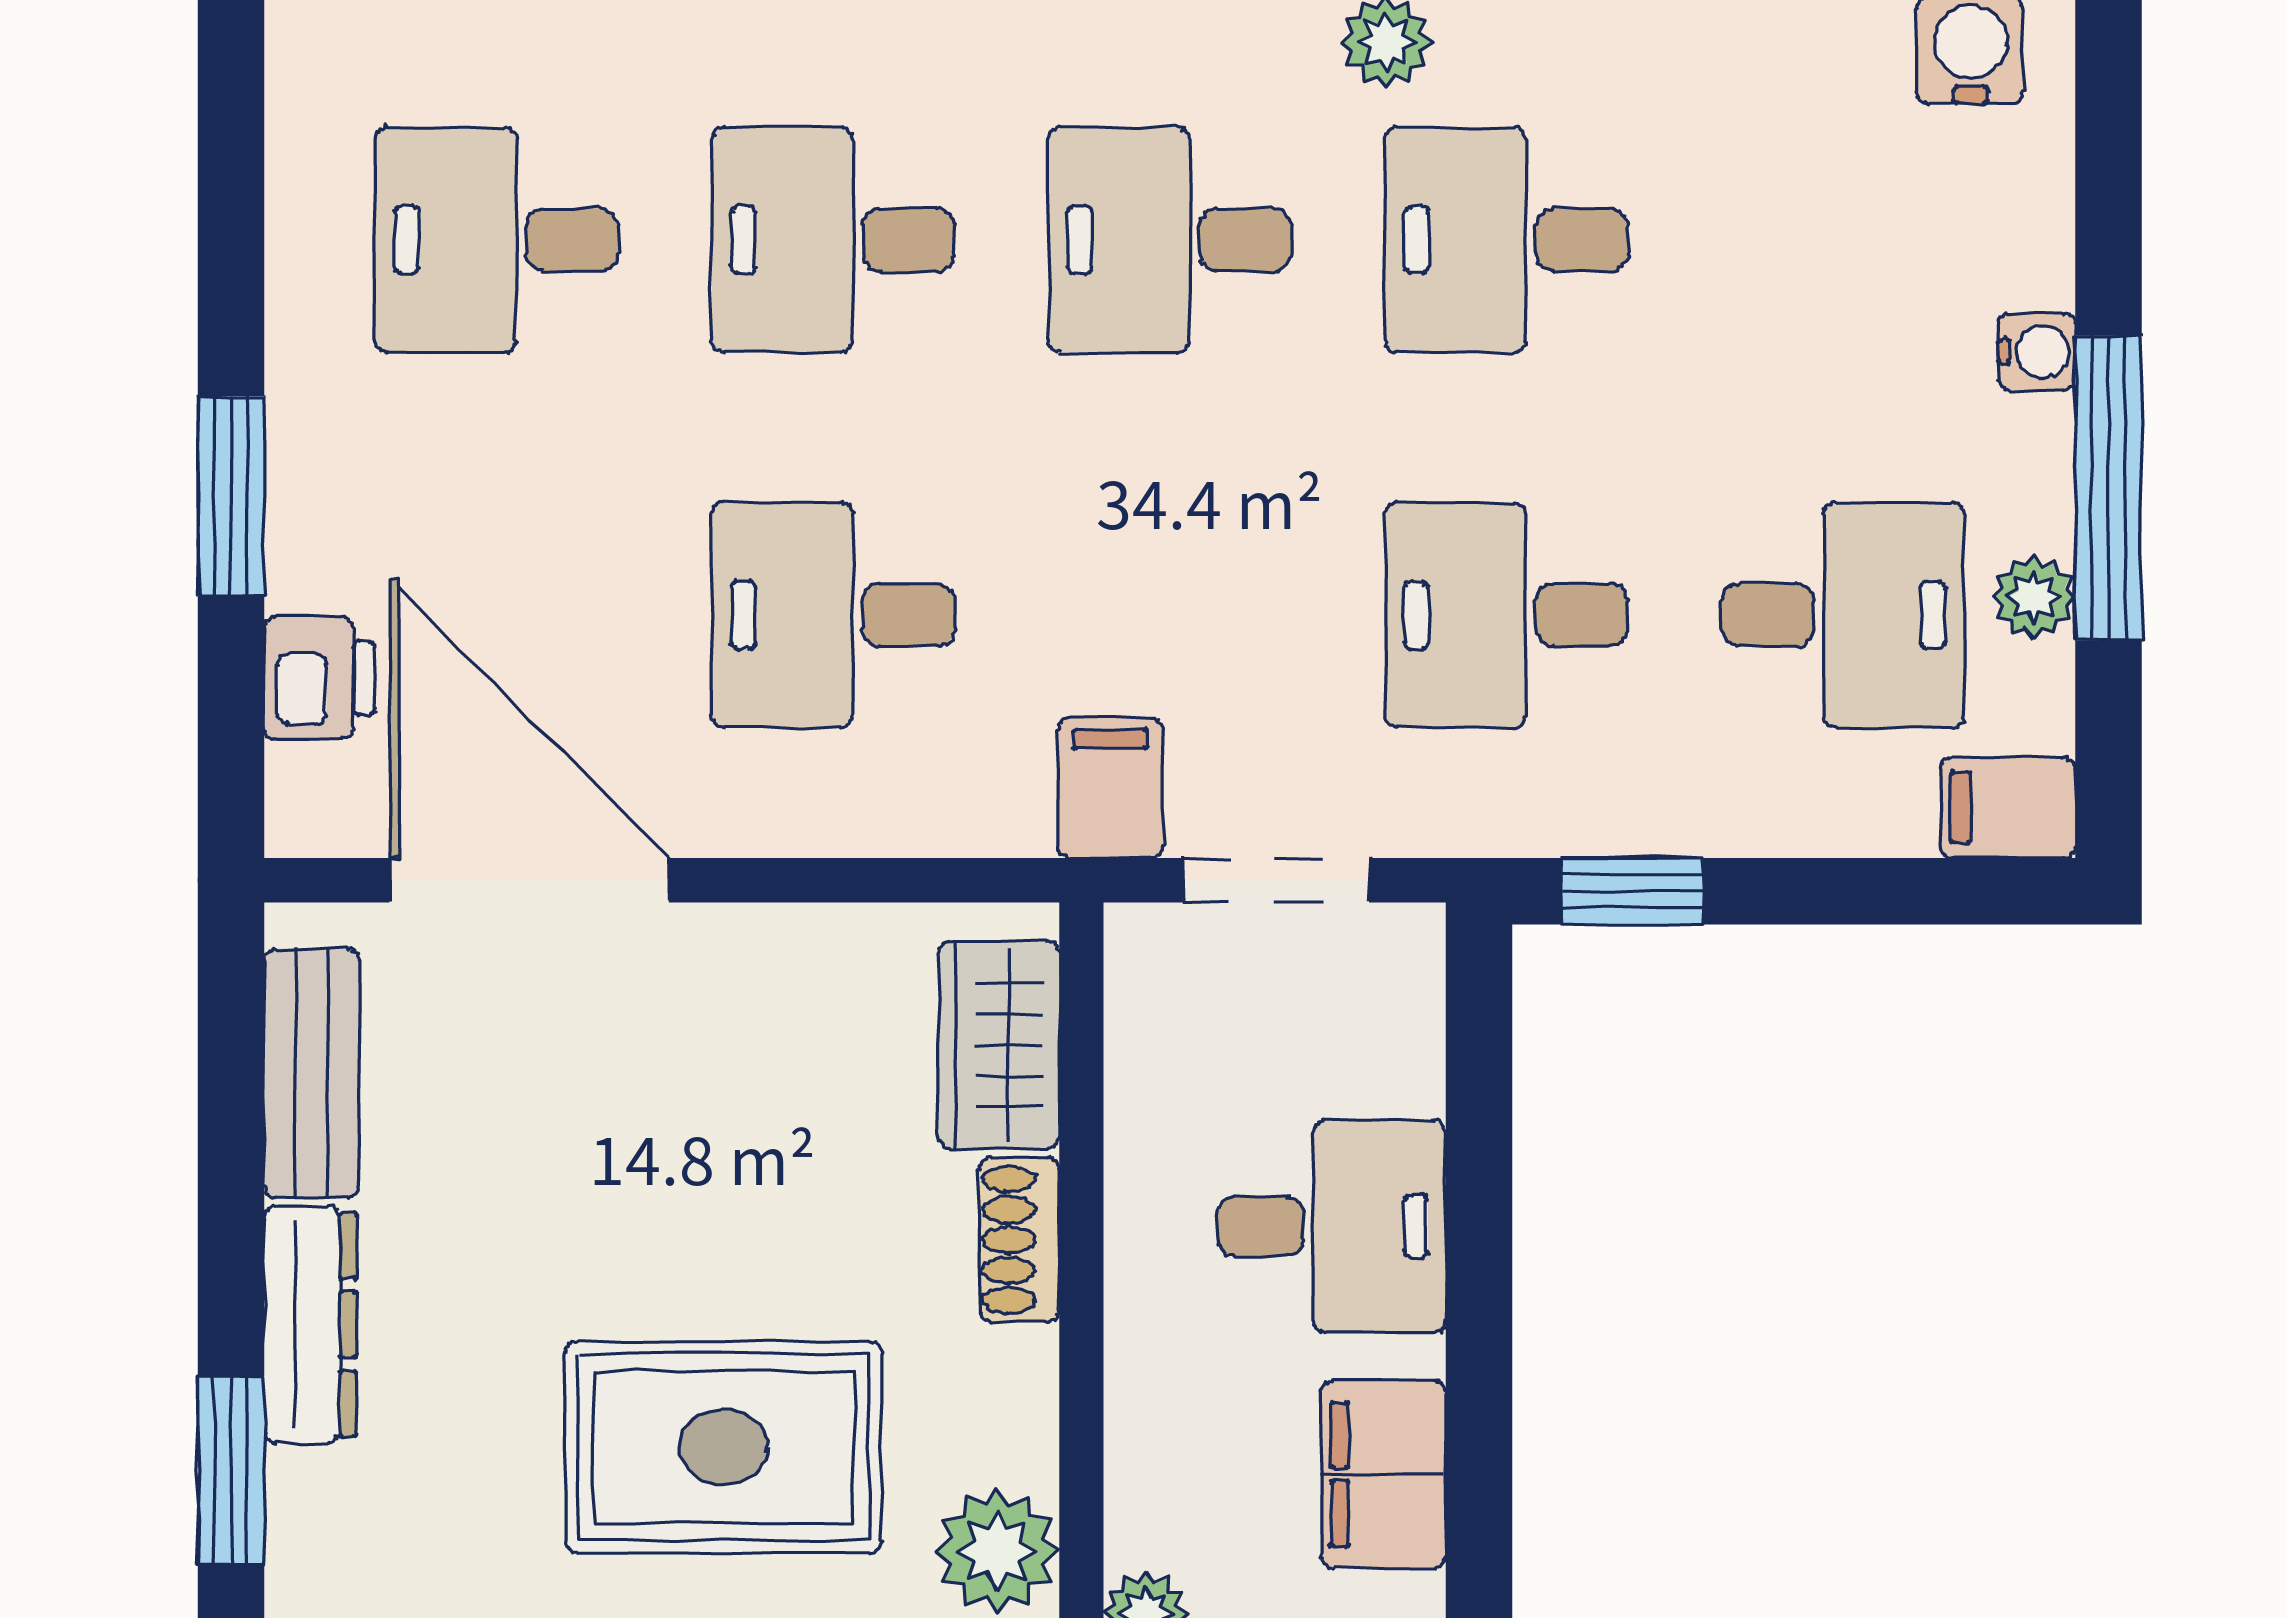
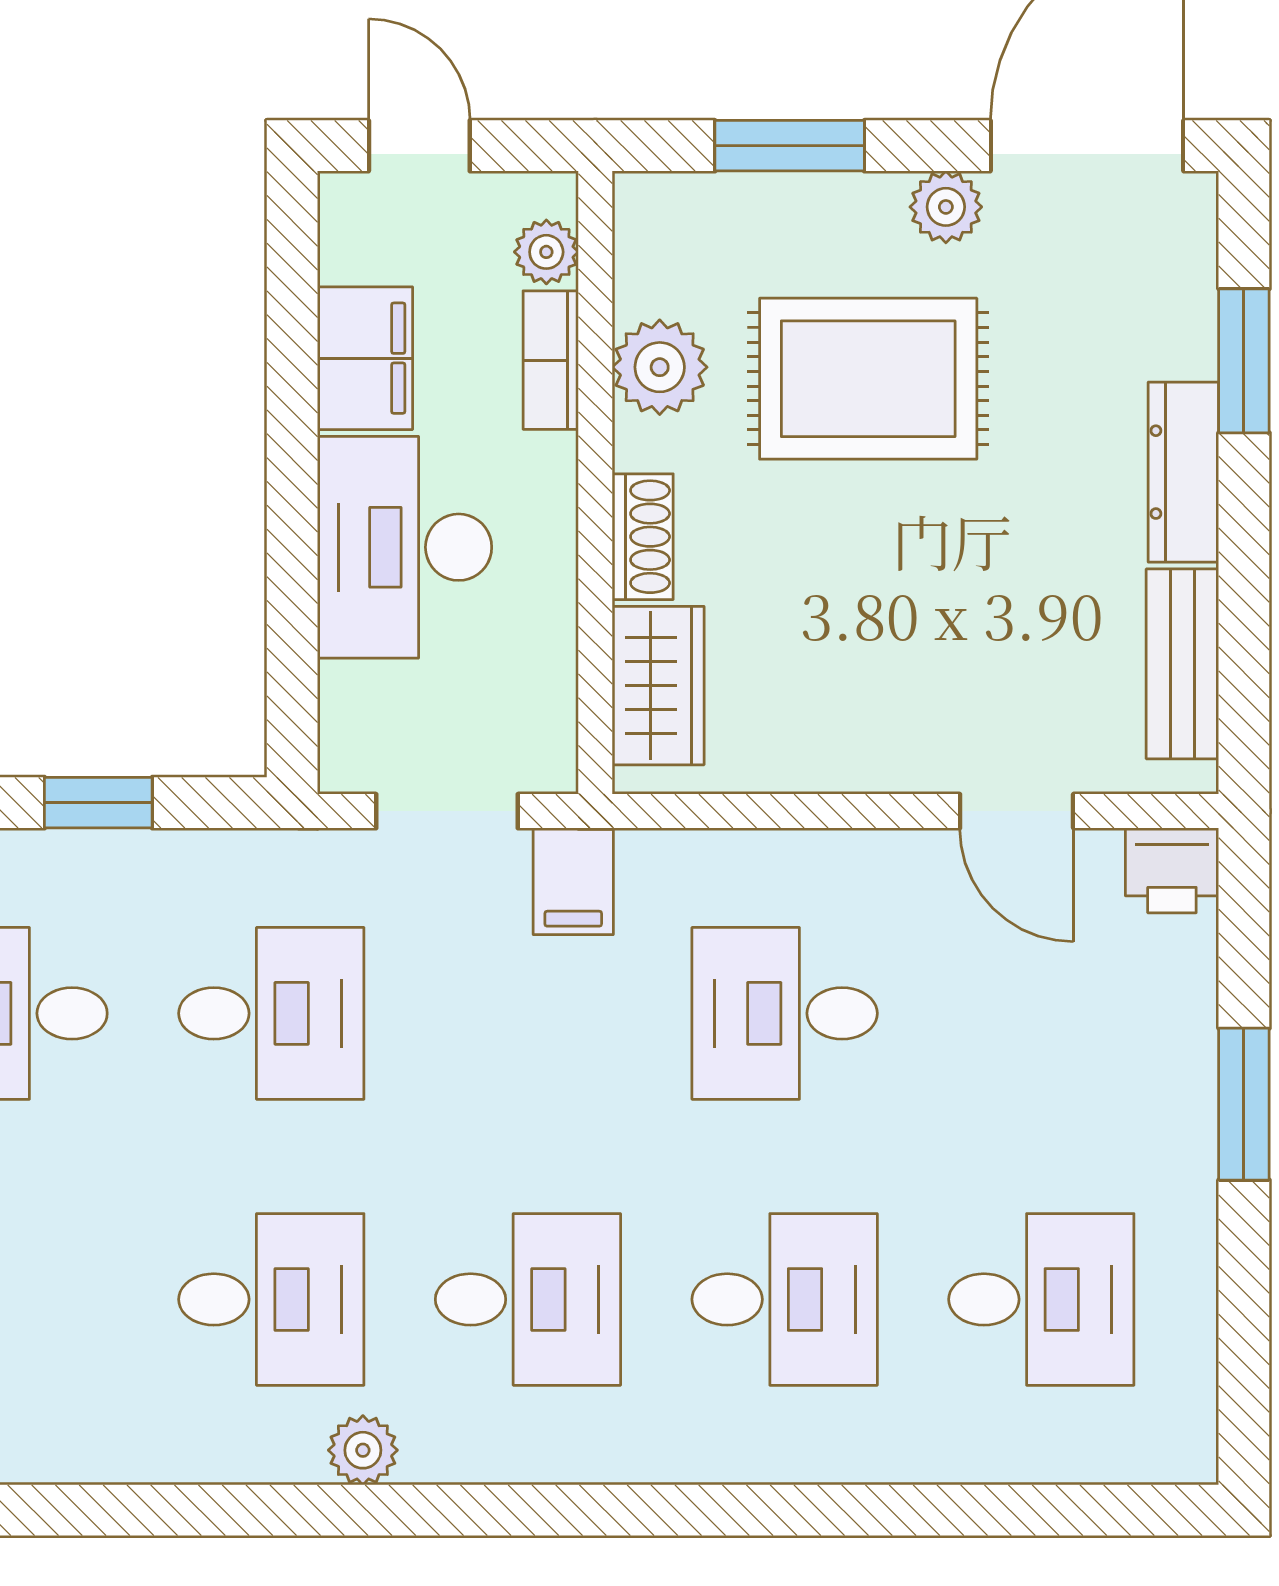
desk: (833, 615) -> (785, 1013), turned 180
printer: (320, 678) -> (1172, 870), moved, turned -90
door: (529, 880) -> (1017, 811), width x0.53
window: (1632, 891) -> (98, 803), moved
desk: (1332, 1226) -> (405, 547), width x1.37
bookcase: (1140, 1472) -> (551, 360), added
plant: (997, 1551) -> (660, 367), moved

